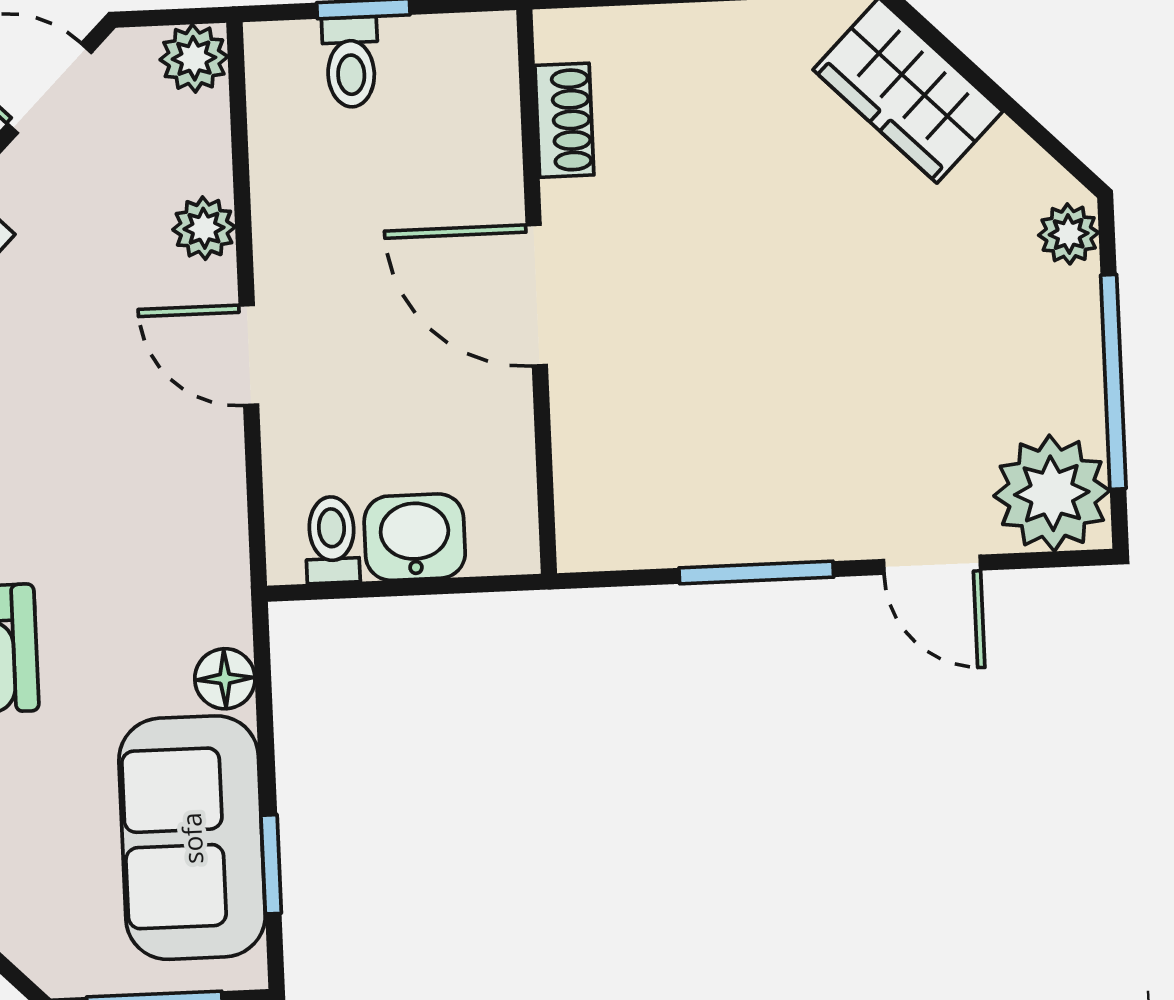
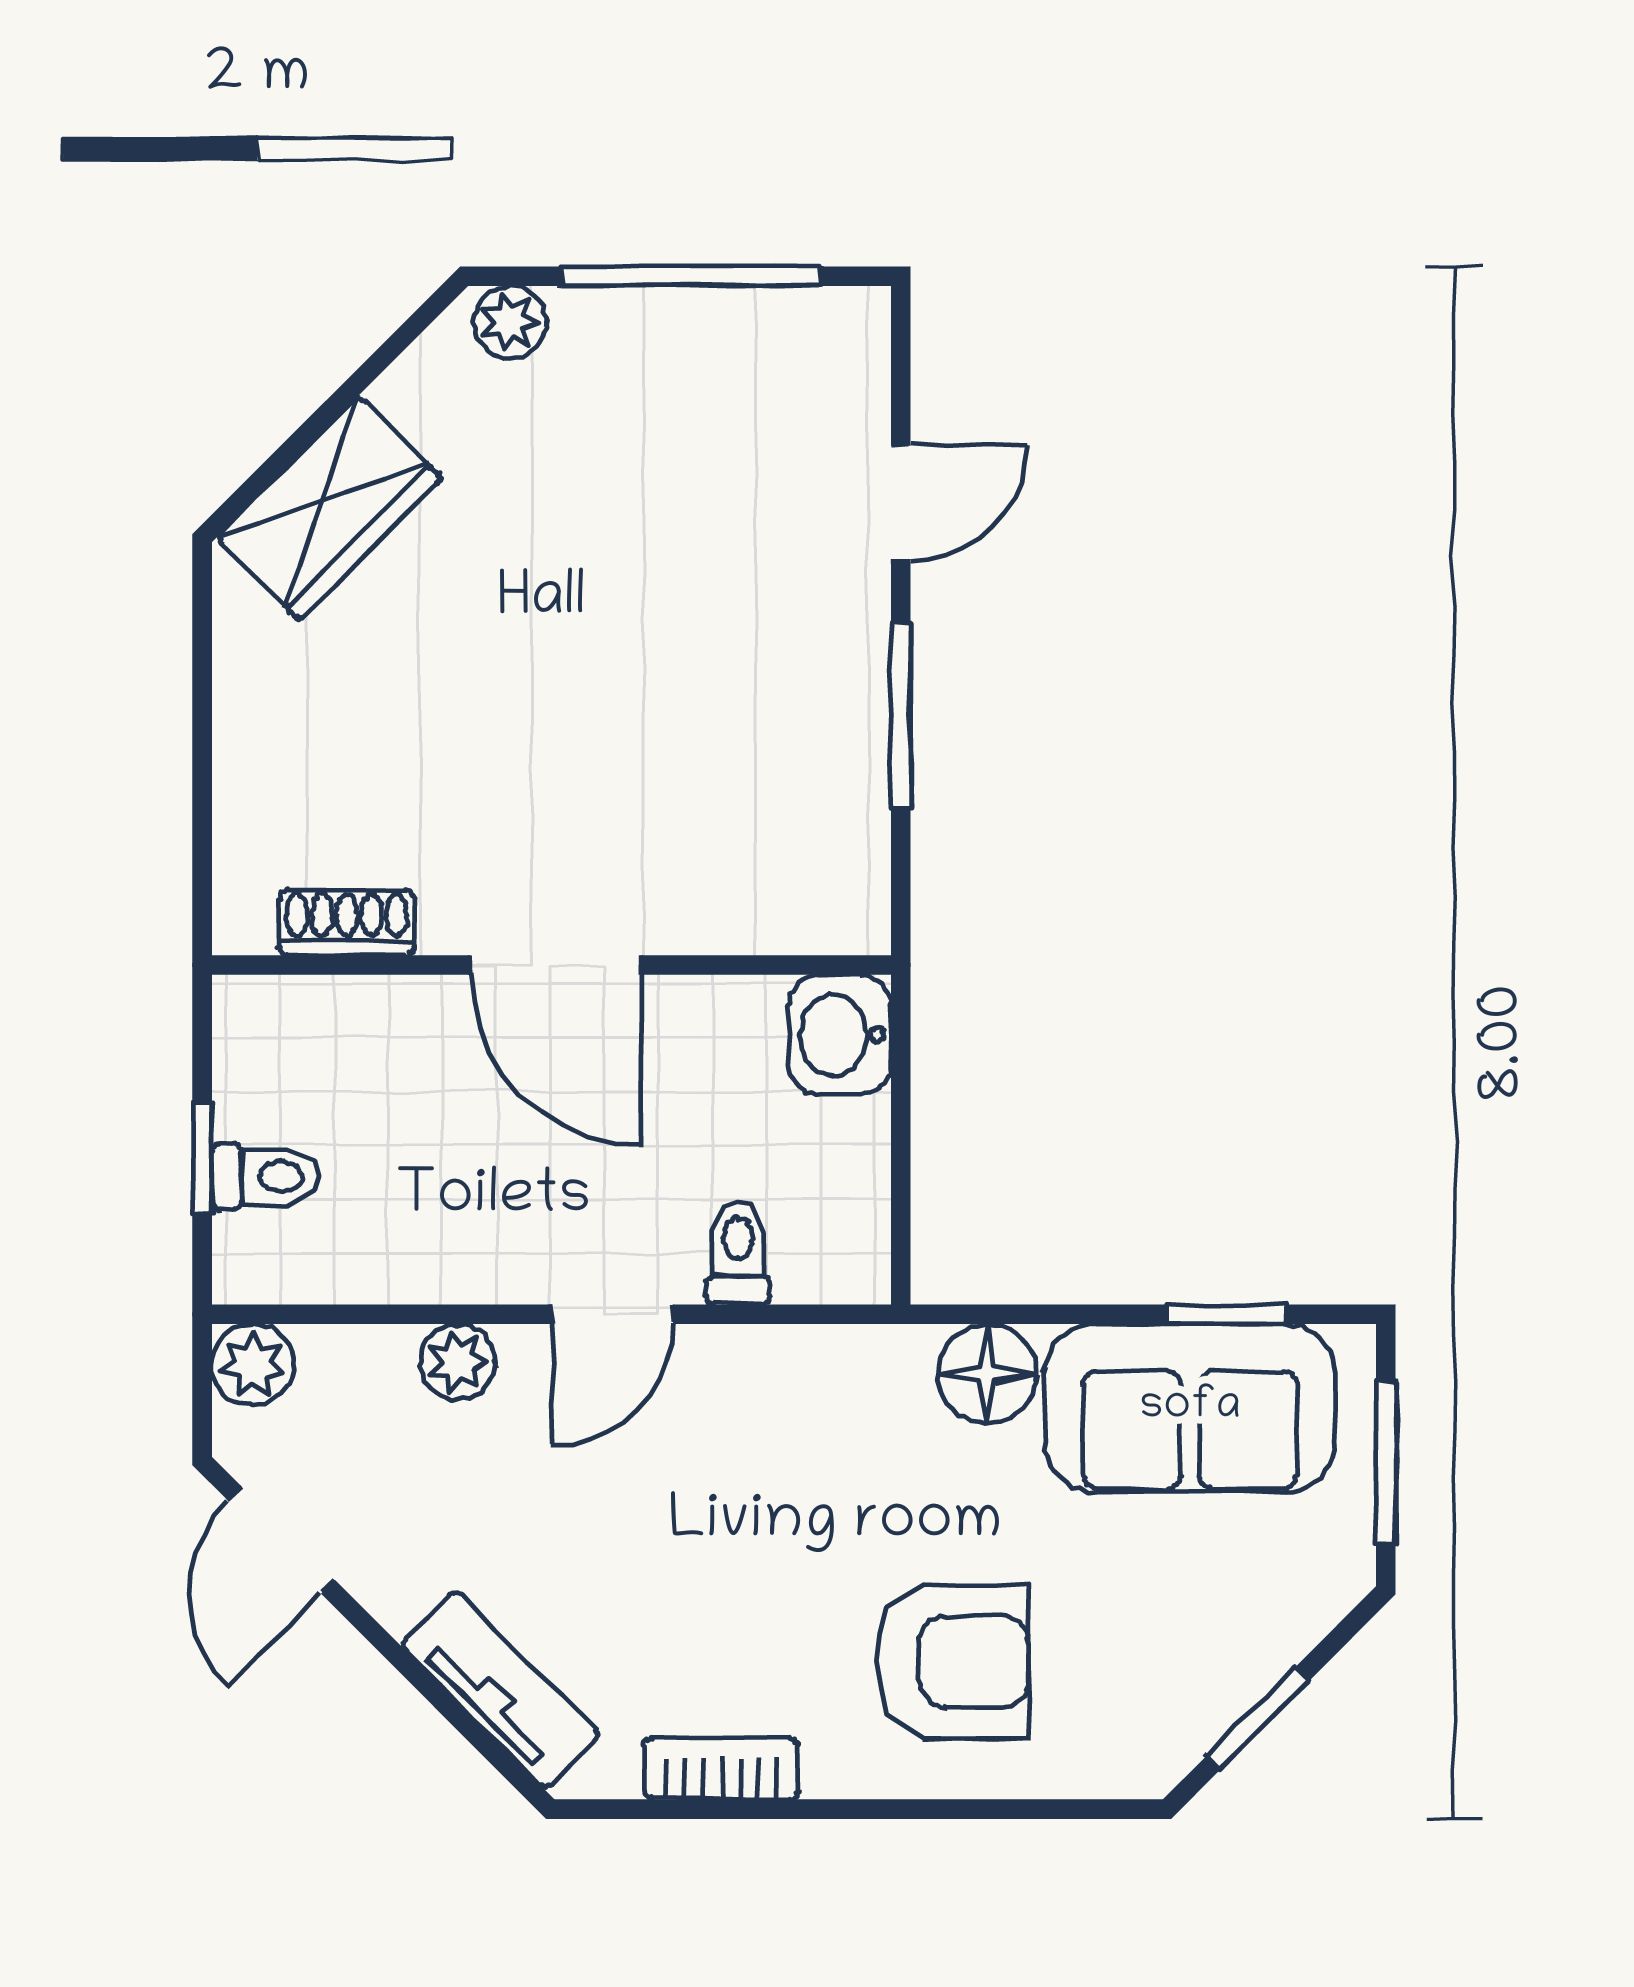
door: (537, 295) -> (556, 965), hinge flipped
plant: (1052, 493) -> (821, 356), removed
washbasin: (415, 537) -> (840, 1035), moved
toilet: (332, 540) -> (738, 1253), moved, turned 90
floor lamp: (225, 679) -> (987, 1374), width x1.37, depth x1.37

